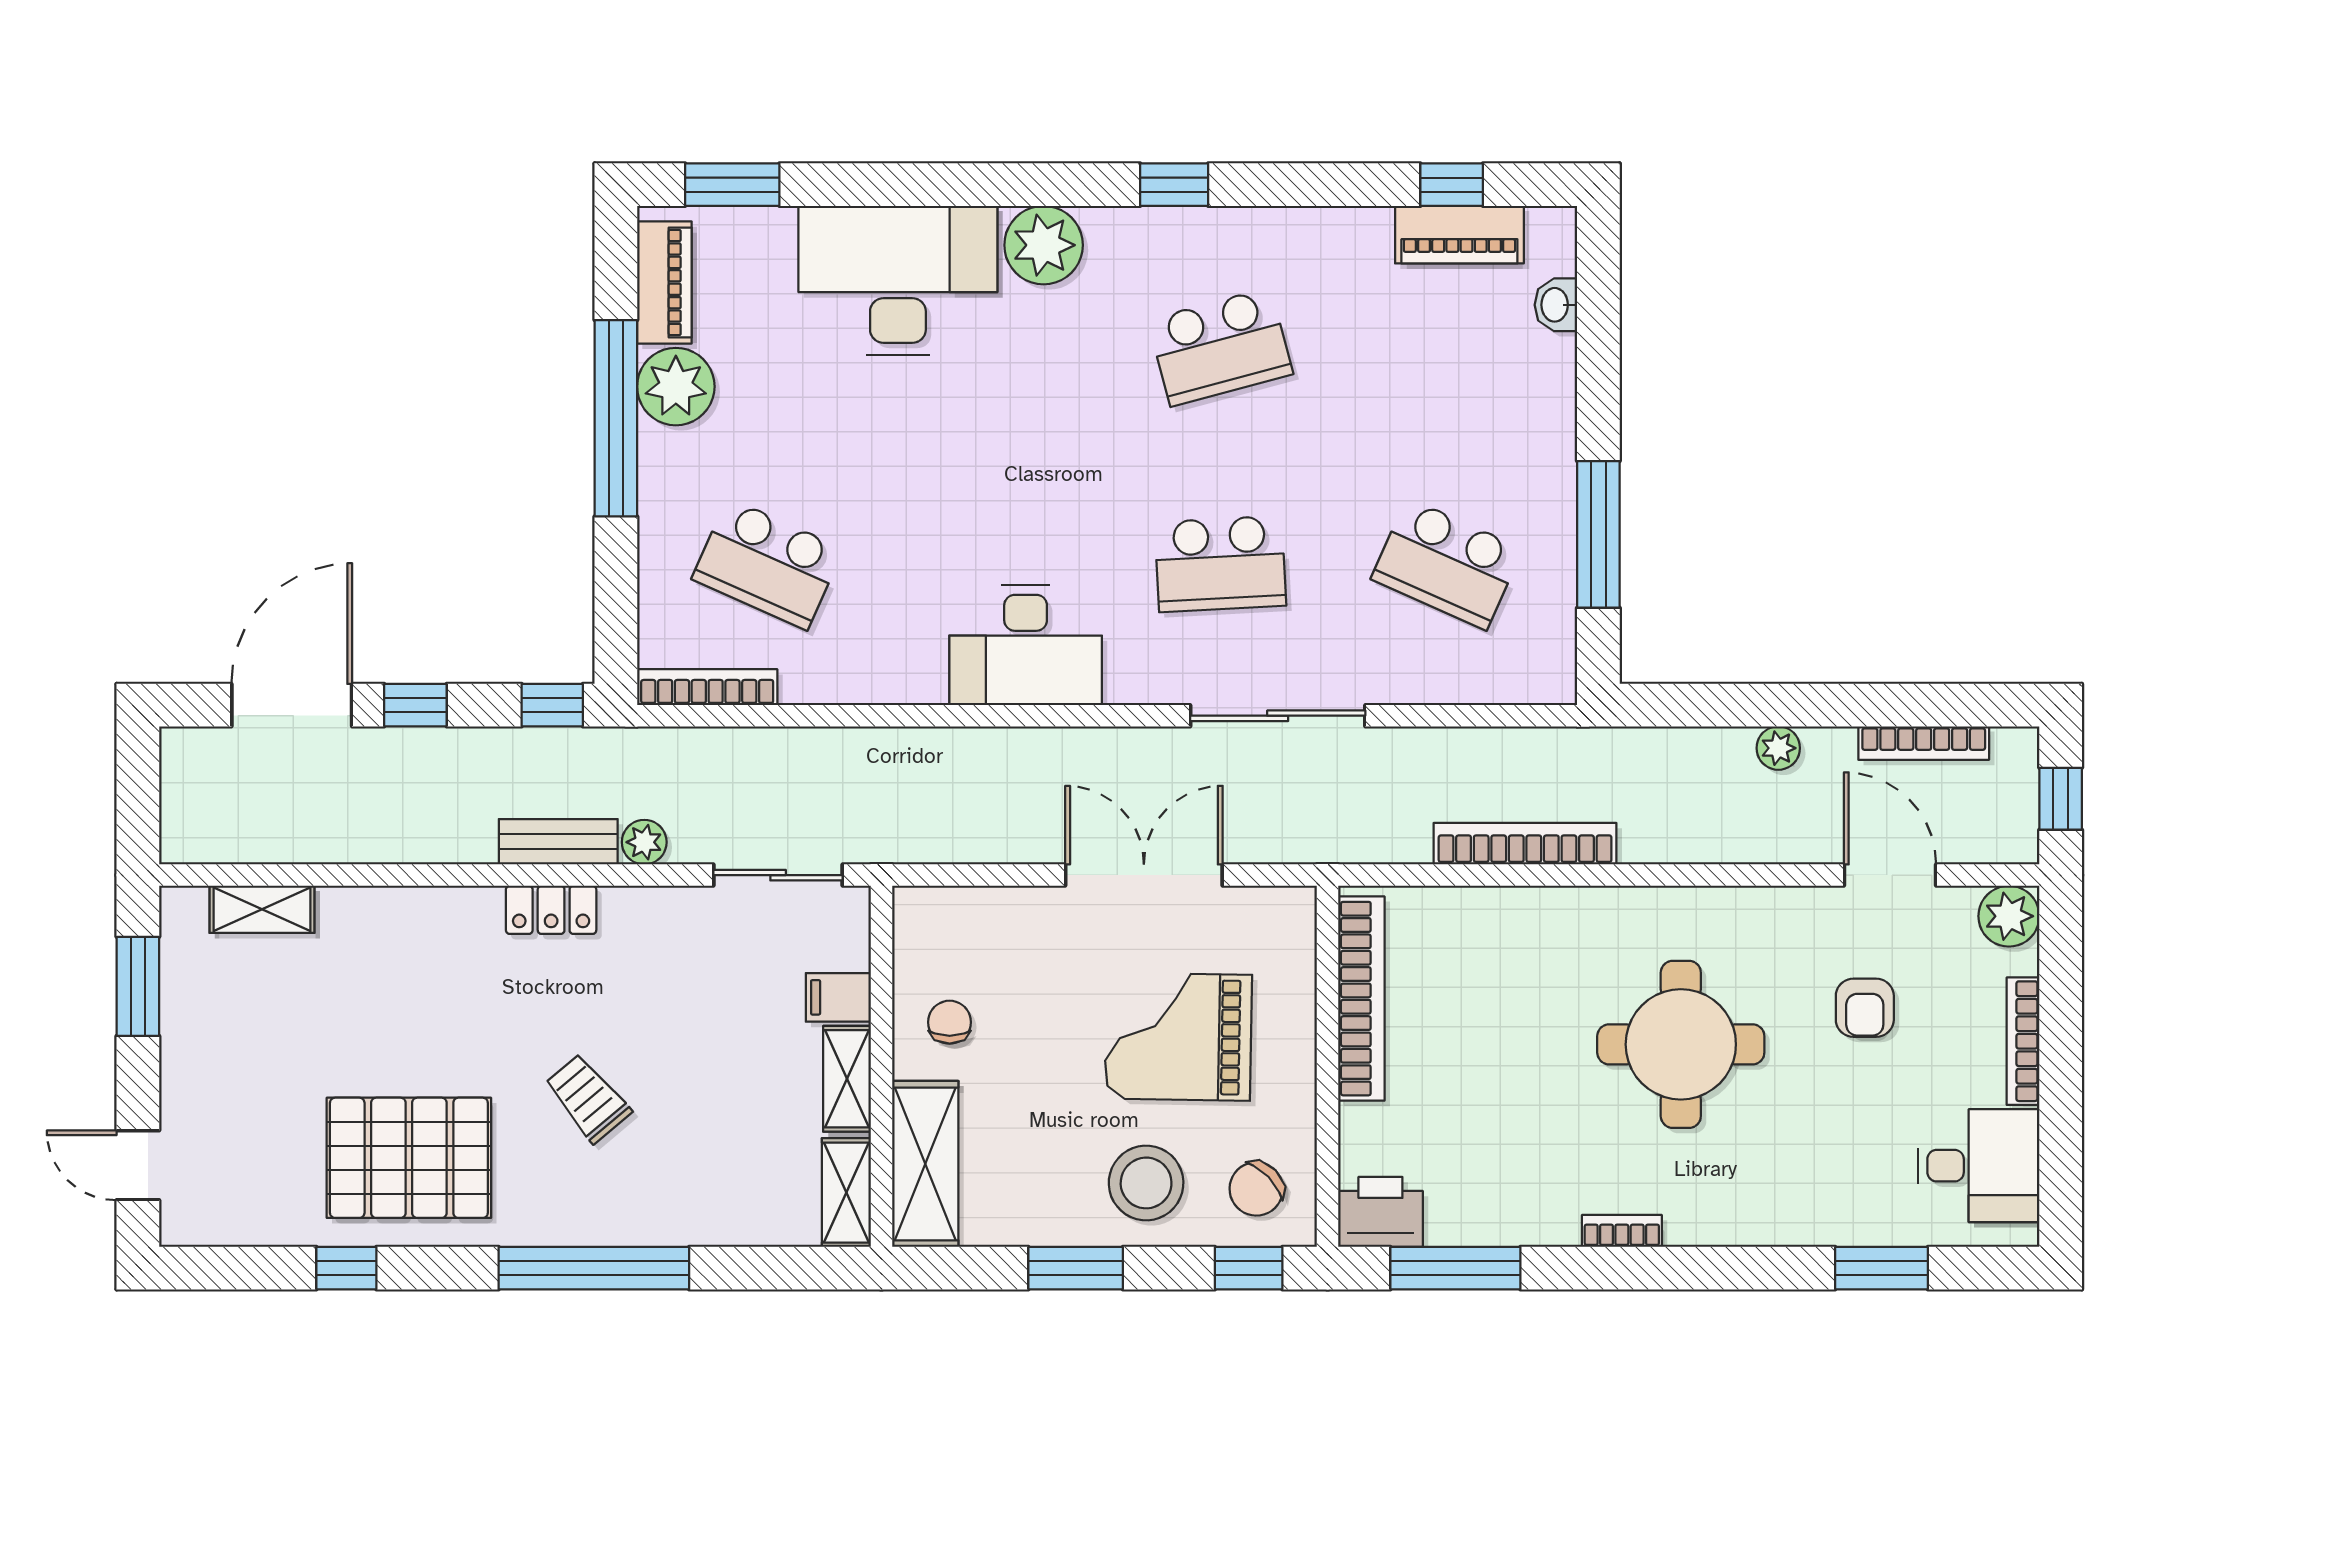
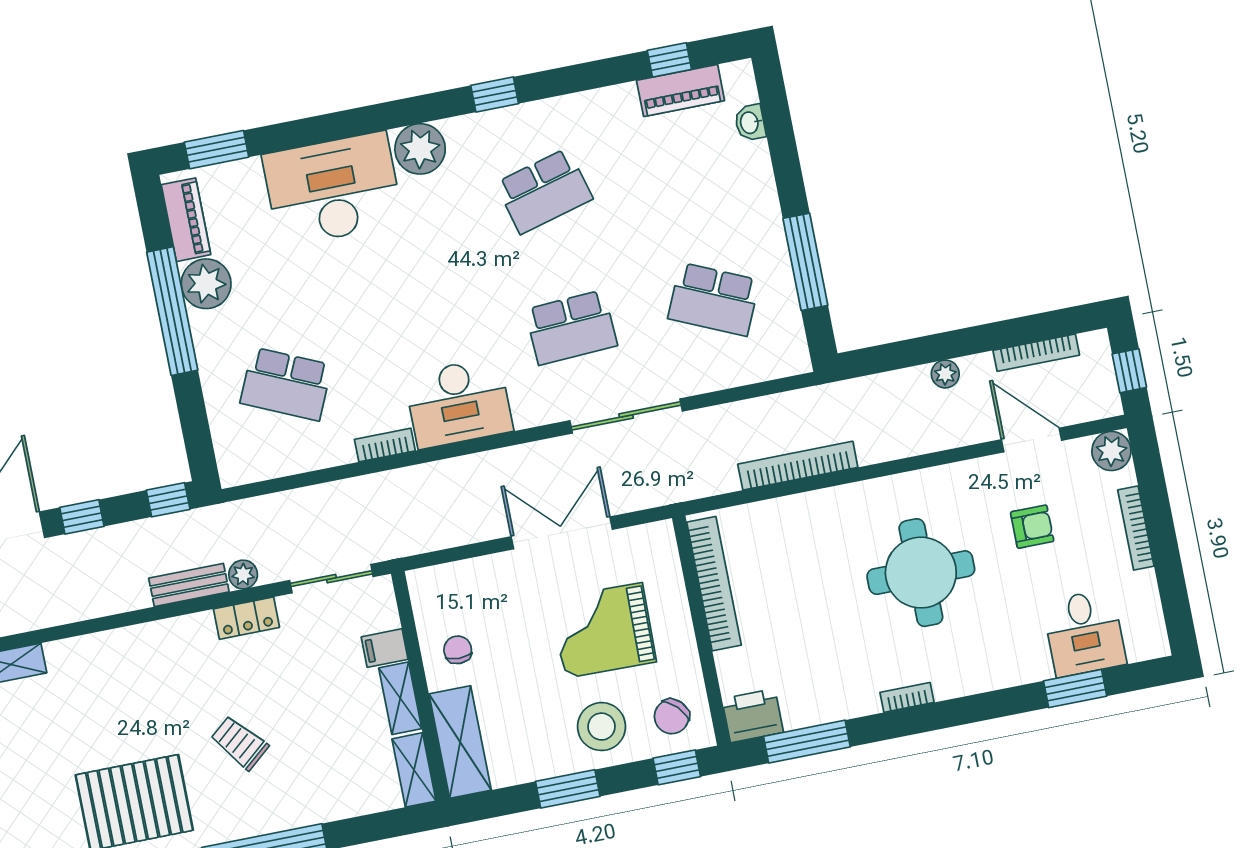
bookcase: (707, 687) -> (385, 445), moved, width x0.64
locker: (551, 910) -> (246, 618), moved
armchair: (1865, 1008) -> (1032, 527), turned -90
desk: (1978, 1166) -> (1084, 633), moved, turned 90

